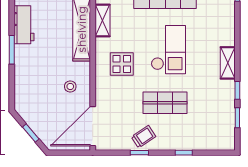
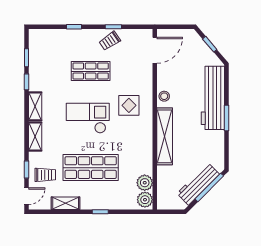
shelving: (102, 21) -> (35, 137), moved
workbench: (24, 25) -> (213, 98), moved, width x1.88, depth x1.32
checkout: (168, 50) -> (88, 118), turned 90
stool: (70, 86) -> (164, 96), moved
door: (93, 126) -> (155, 50), width x0.73

